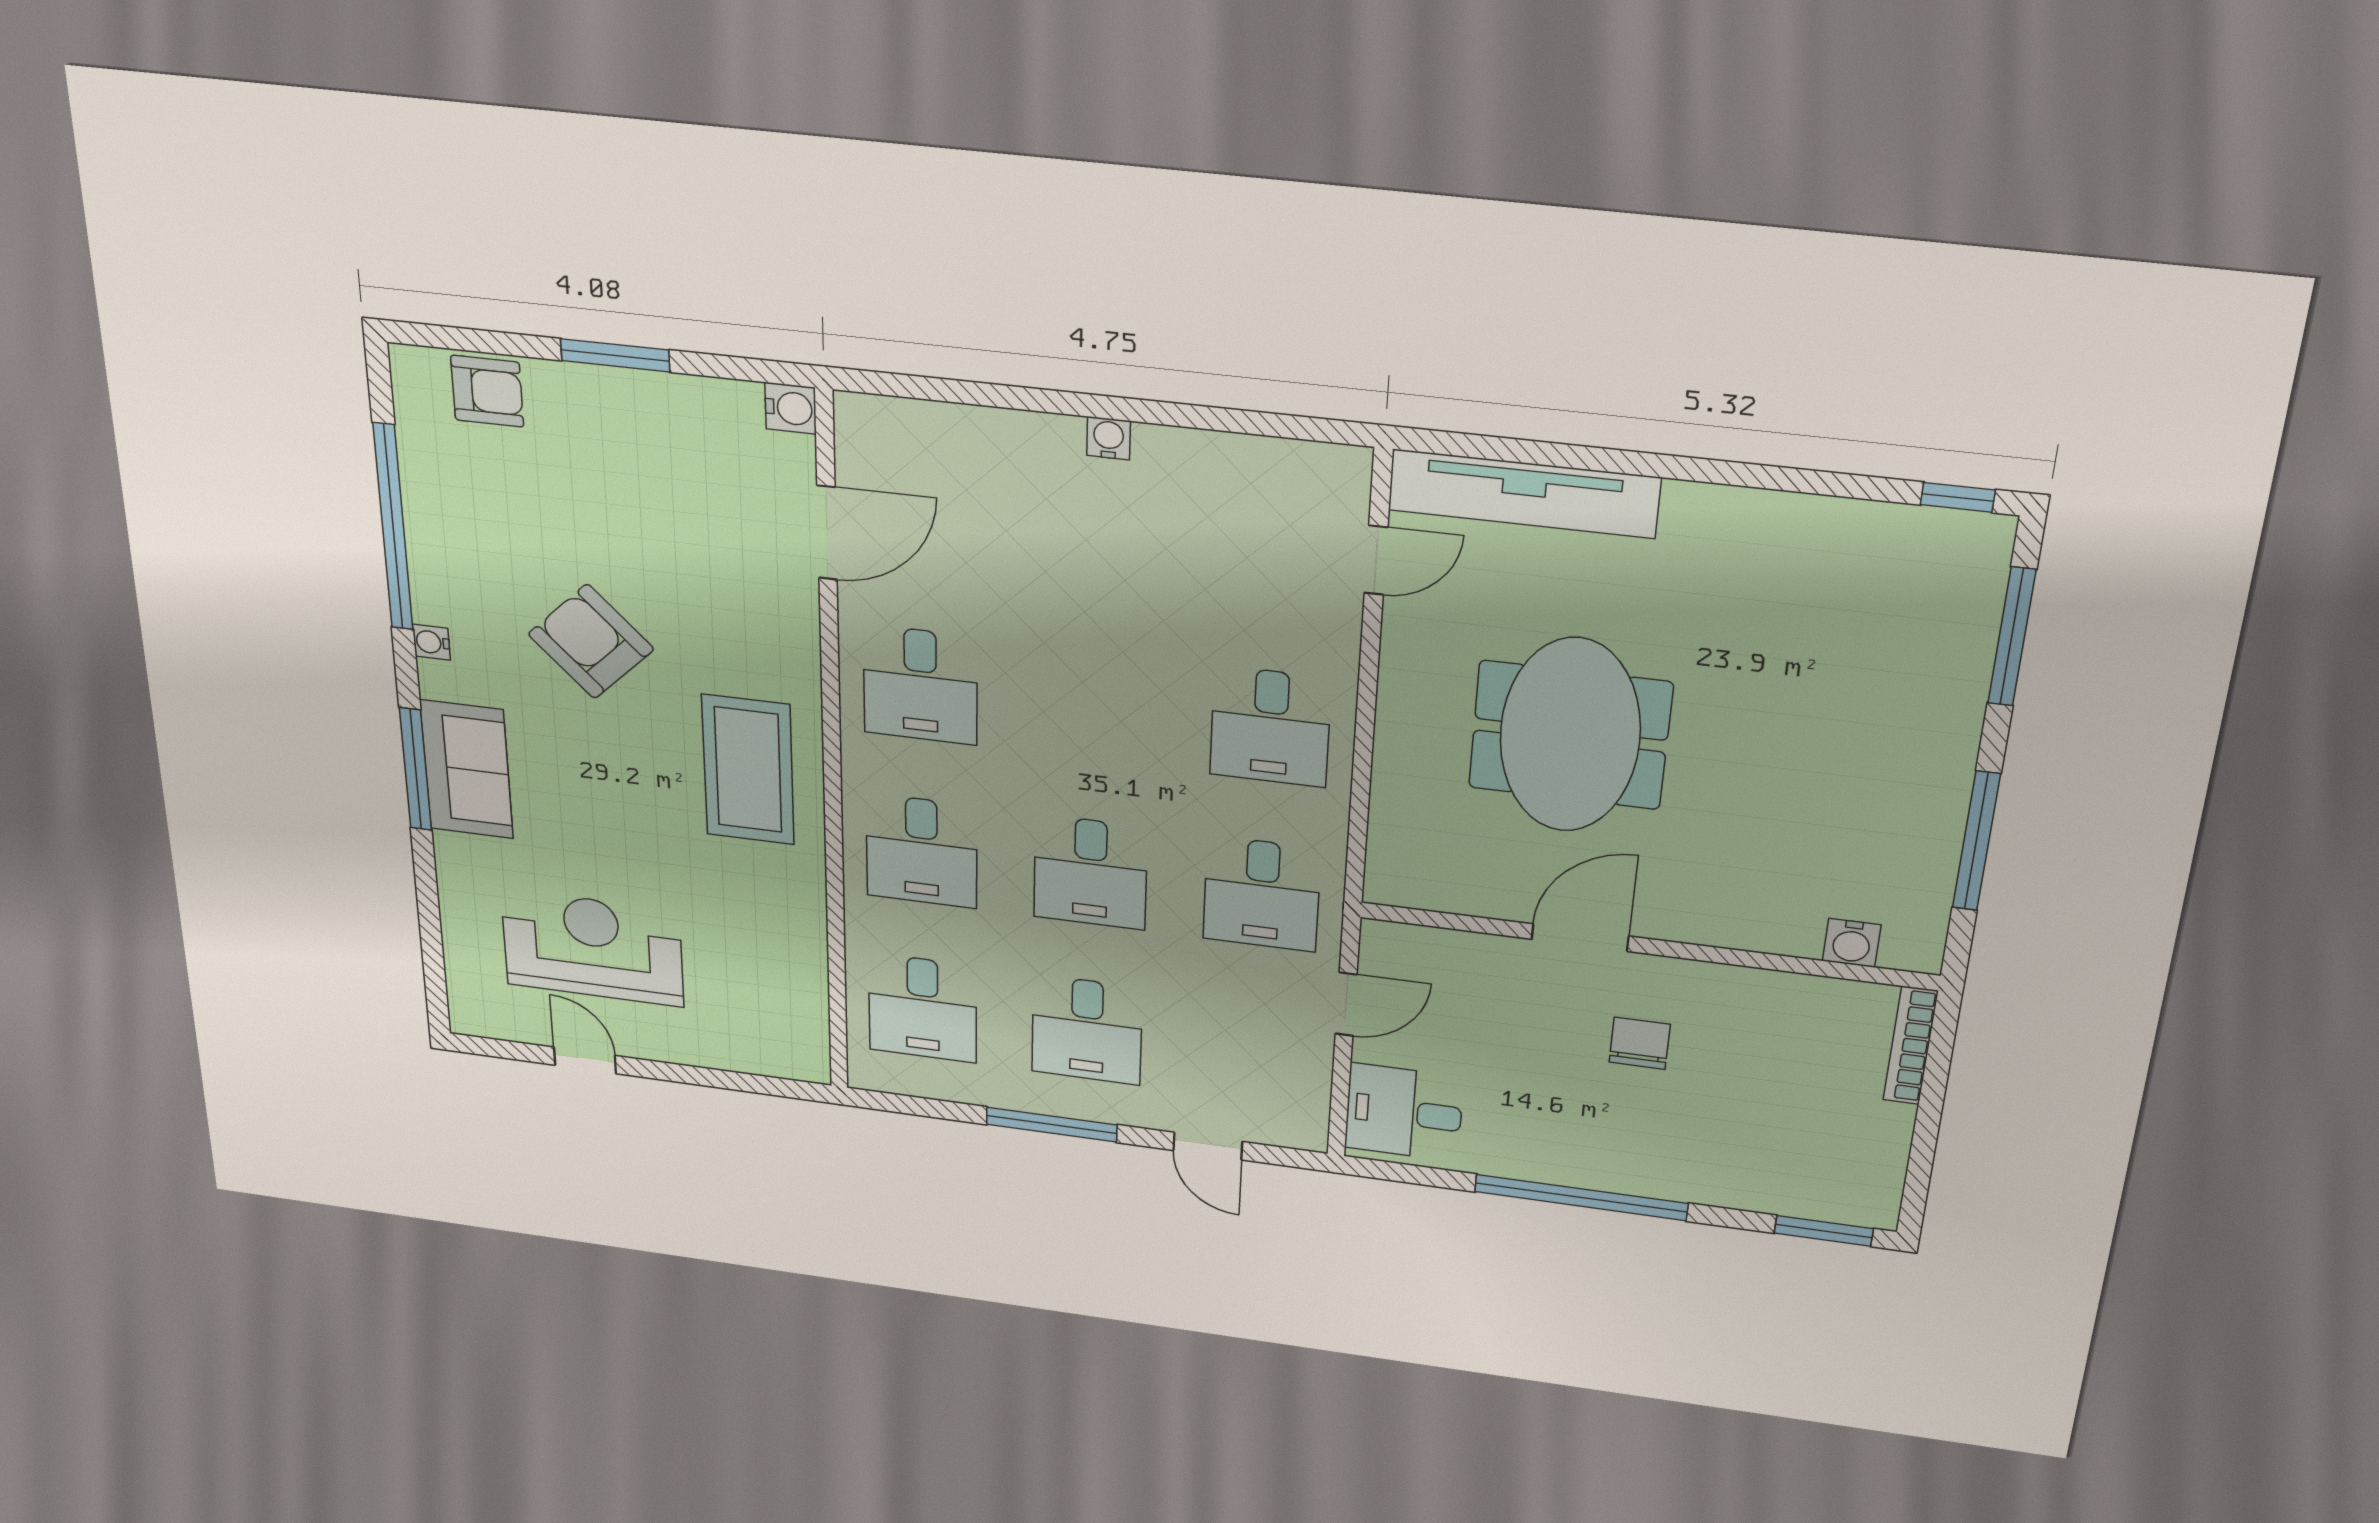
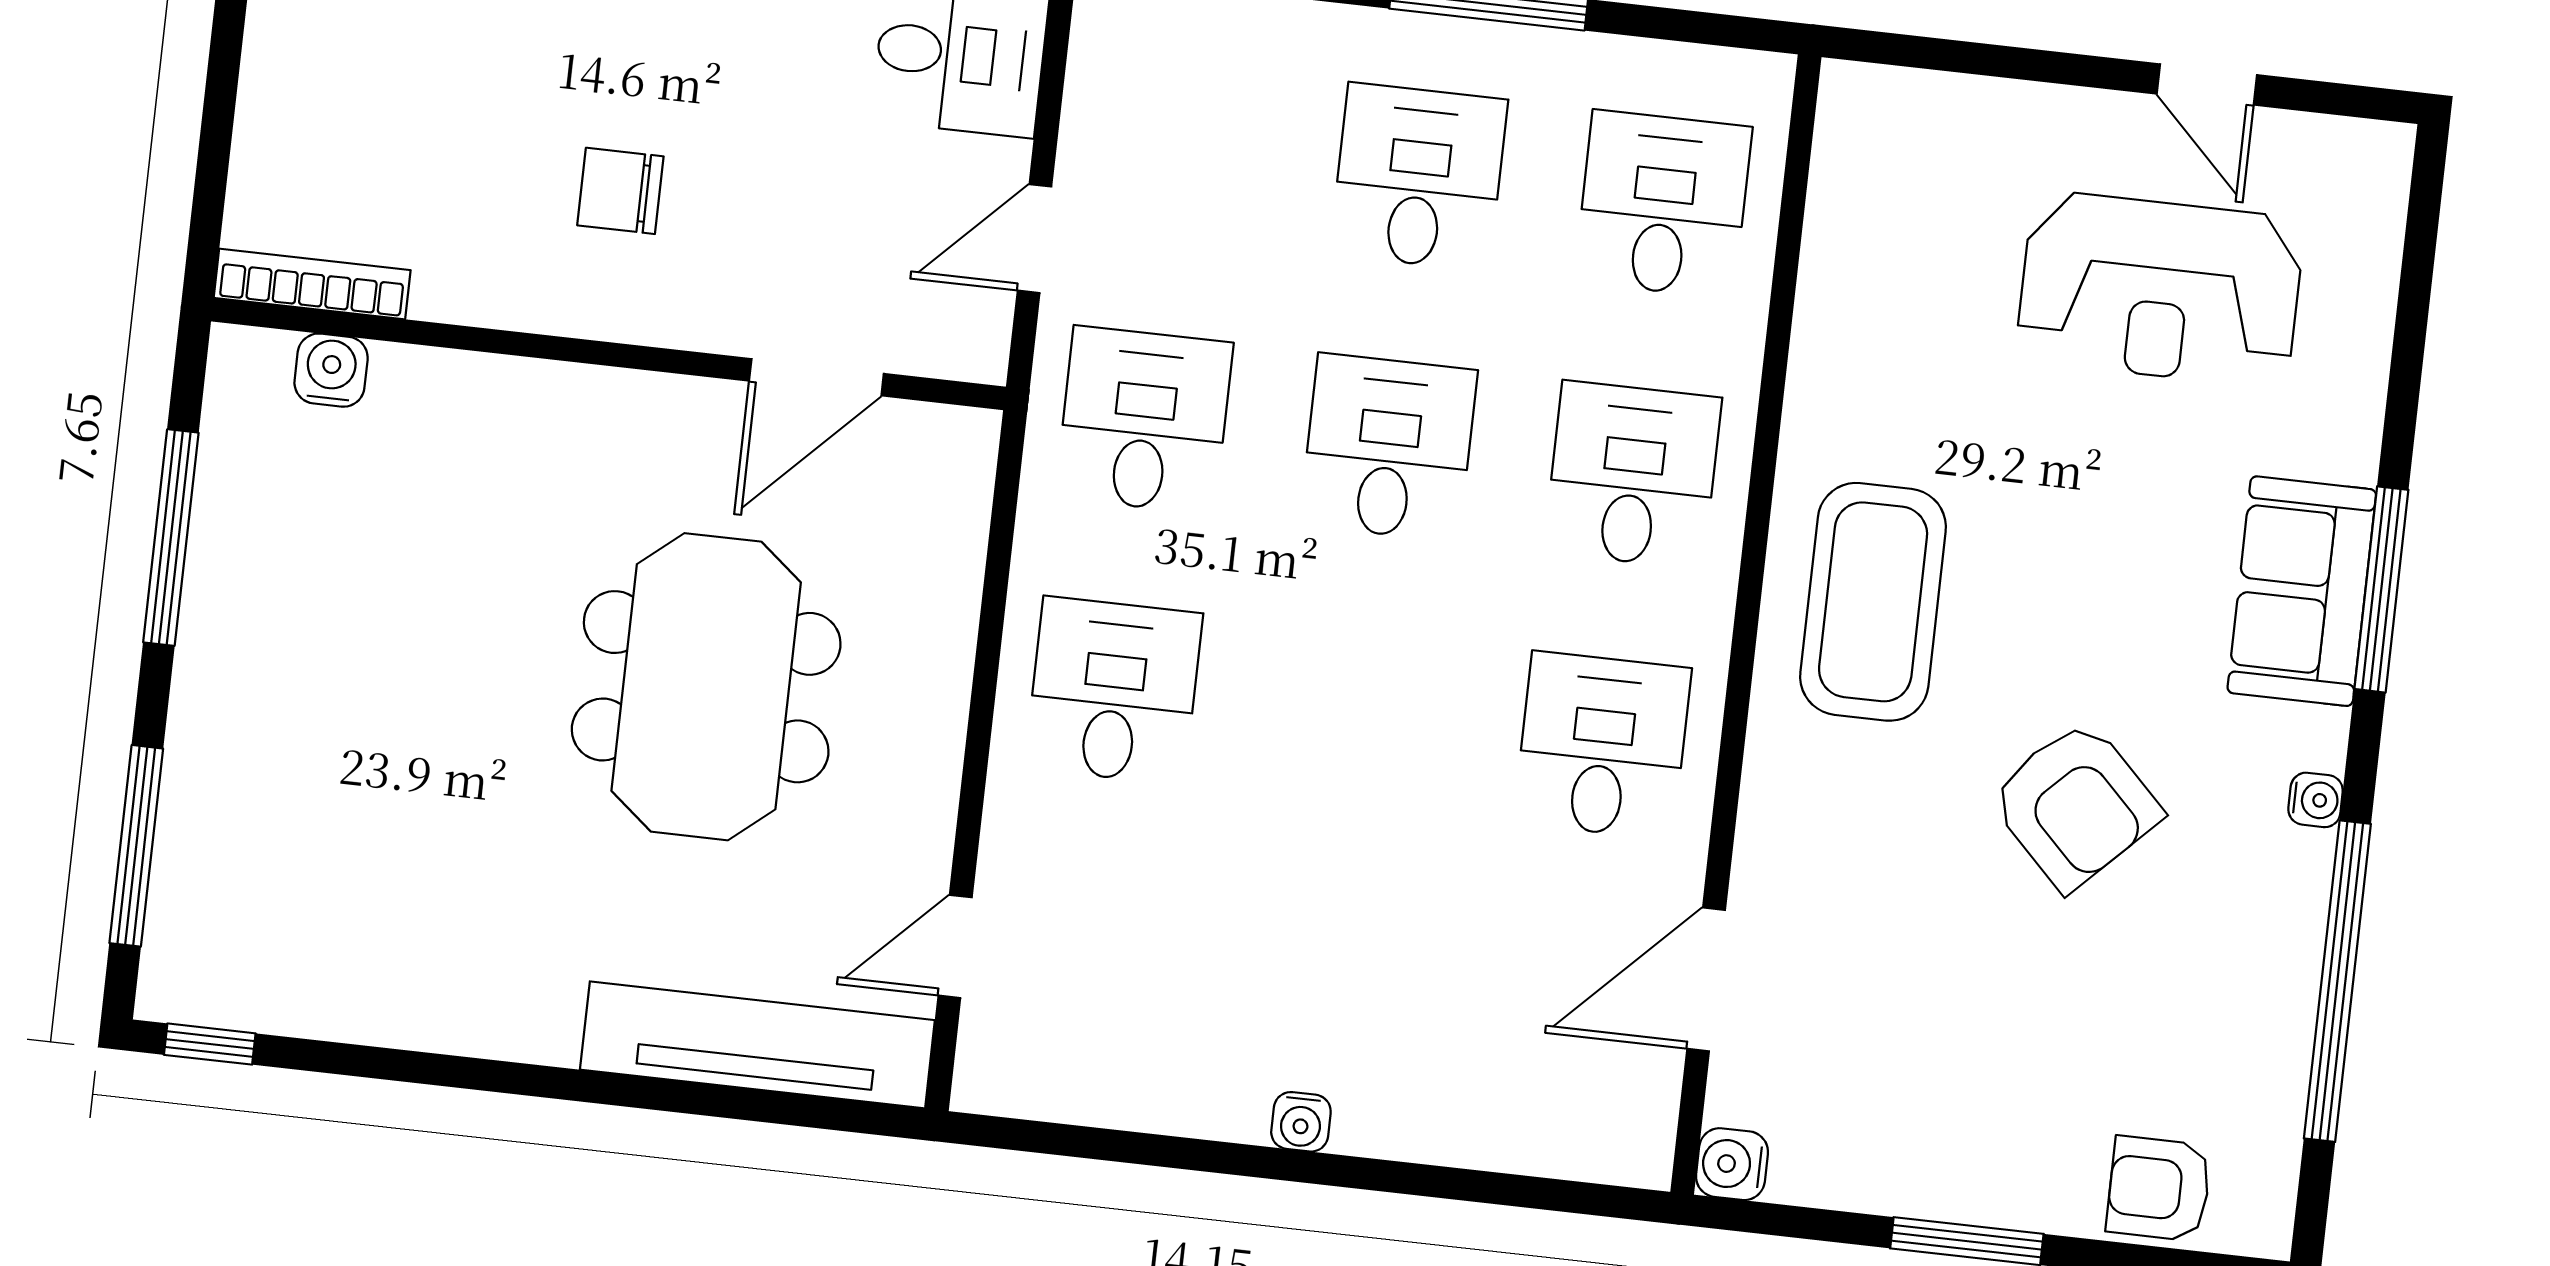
door: (1580, 938) -> (816, 377), moved
chair: (1640, 1043) -> (620, 191), turned 90
bookcase: (1910, 1046) -> (312, 284), moved, turned -90

